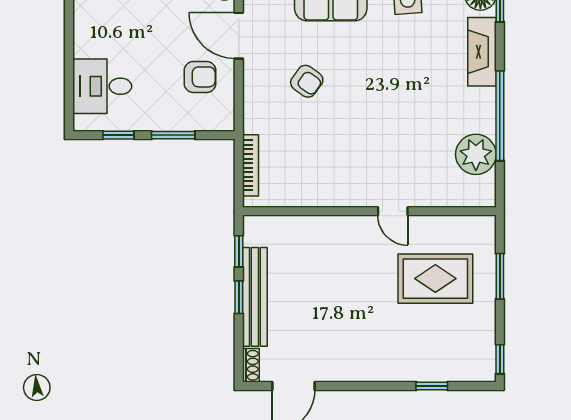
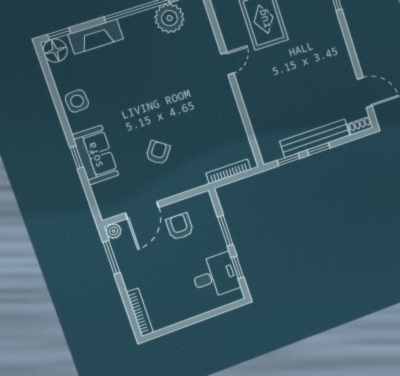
desk: (102, 86) -> (215, 276), moved, turned -90

